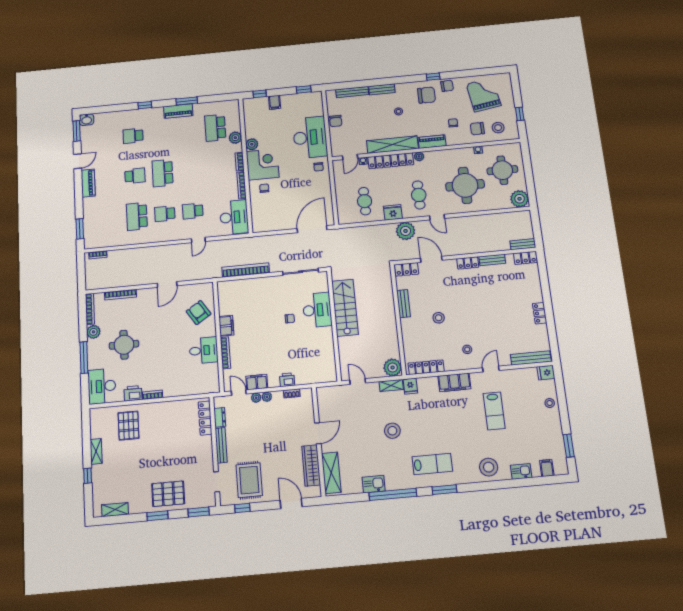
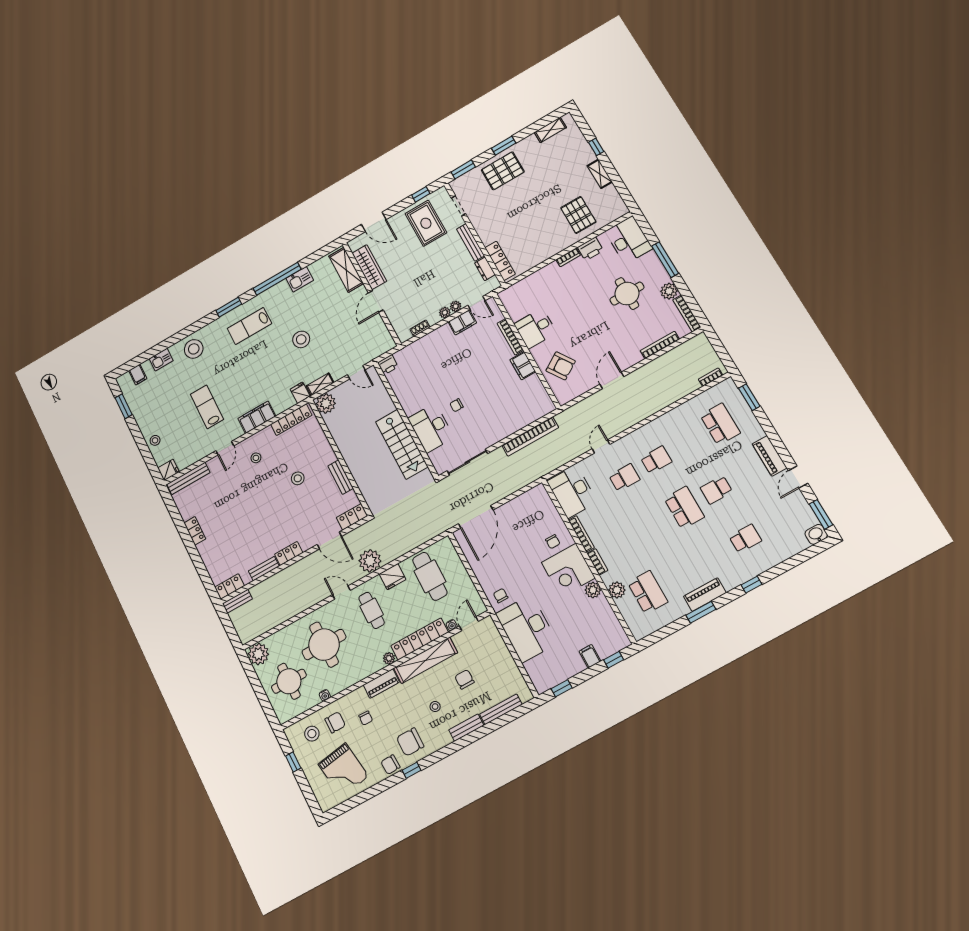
chair: (336, 121) -> (464, 679), moved
cafe table: (365, 201) -> (430, 576), width x1.37, depth x1.35
school desk: (137, 216) -> (720, 424), moved
printer: (287, 380) -> (388, 365), moved

